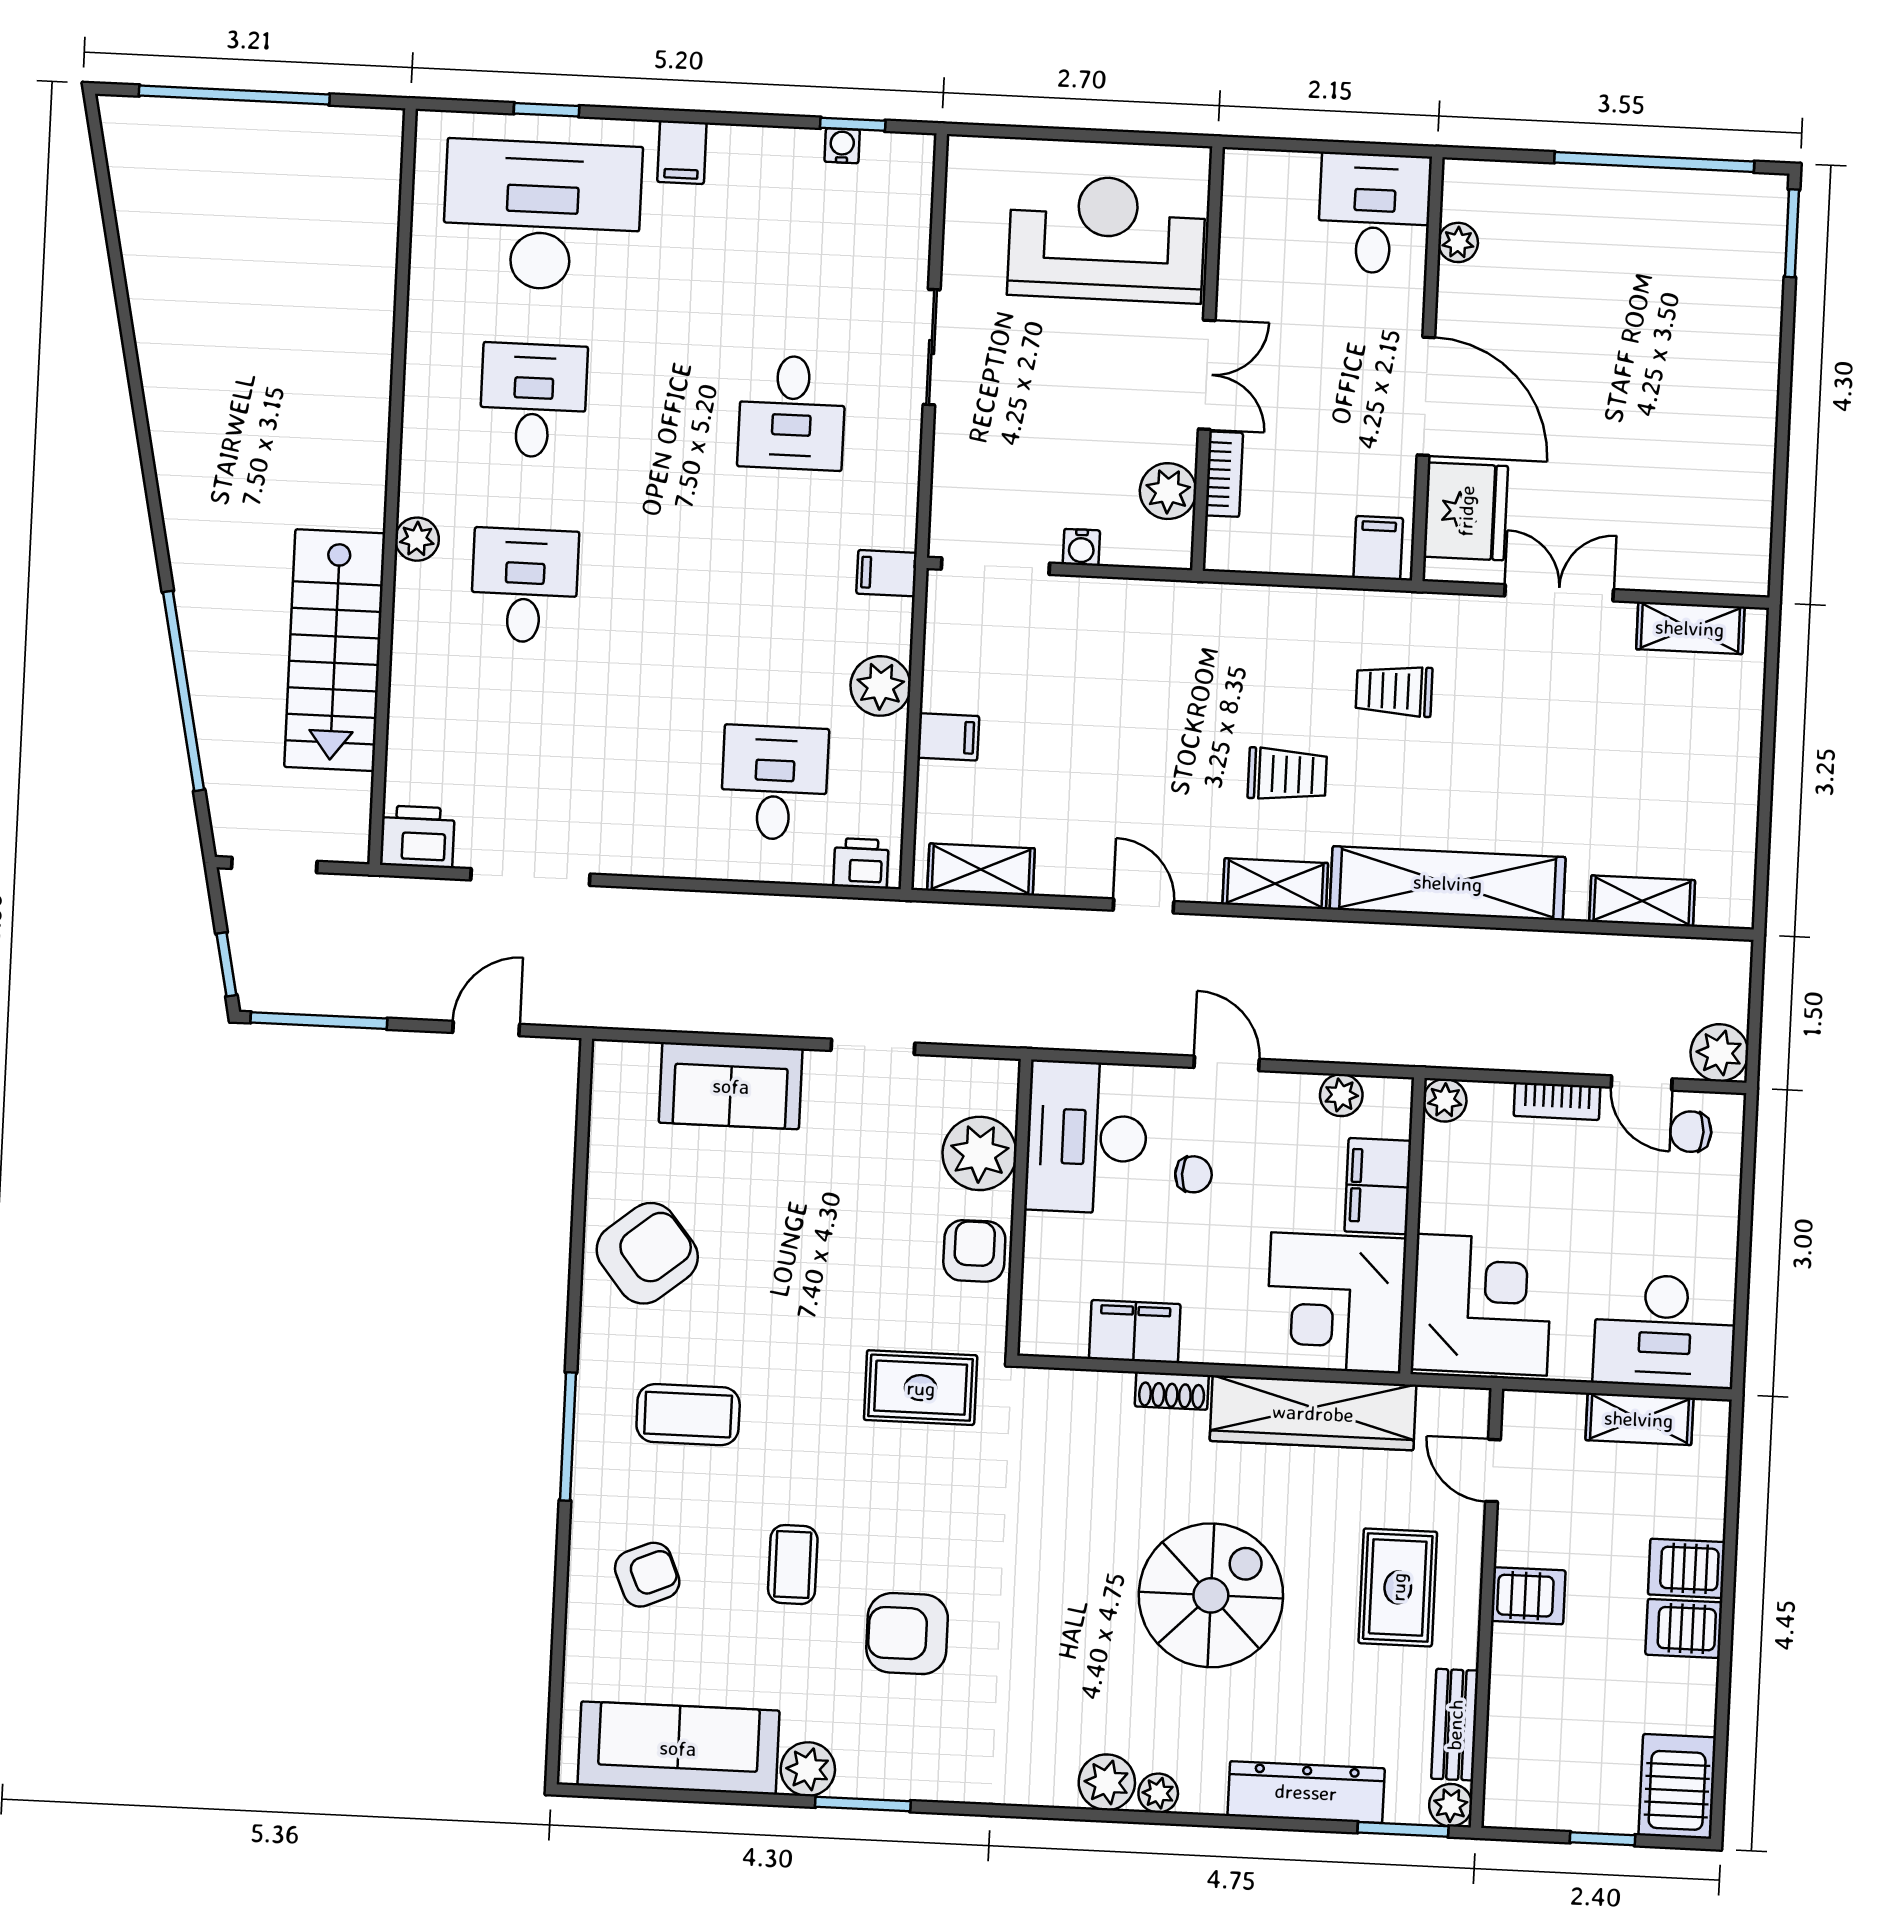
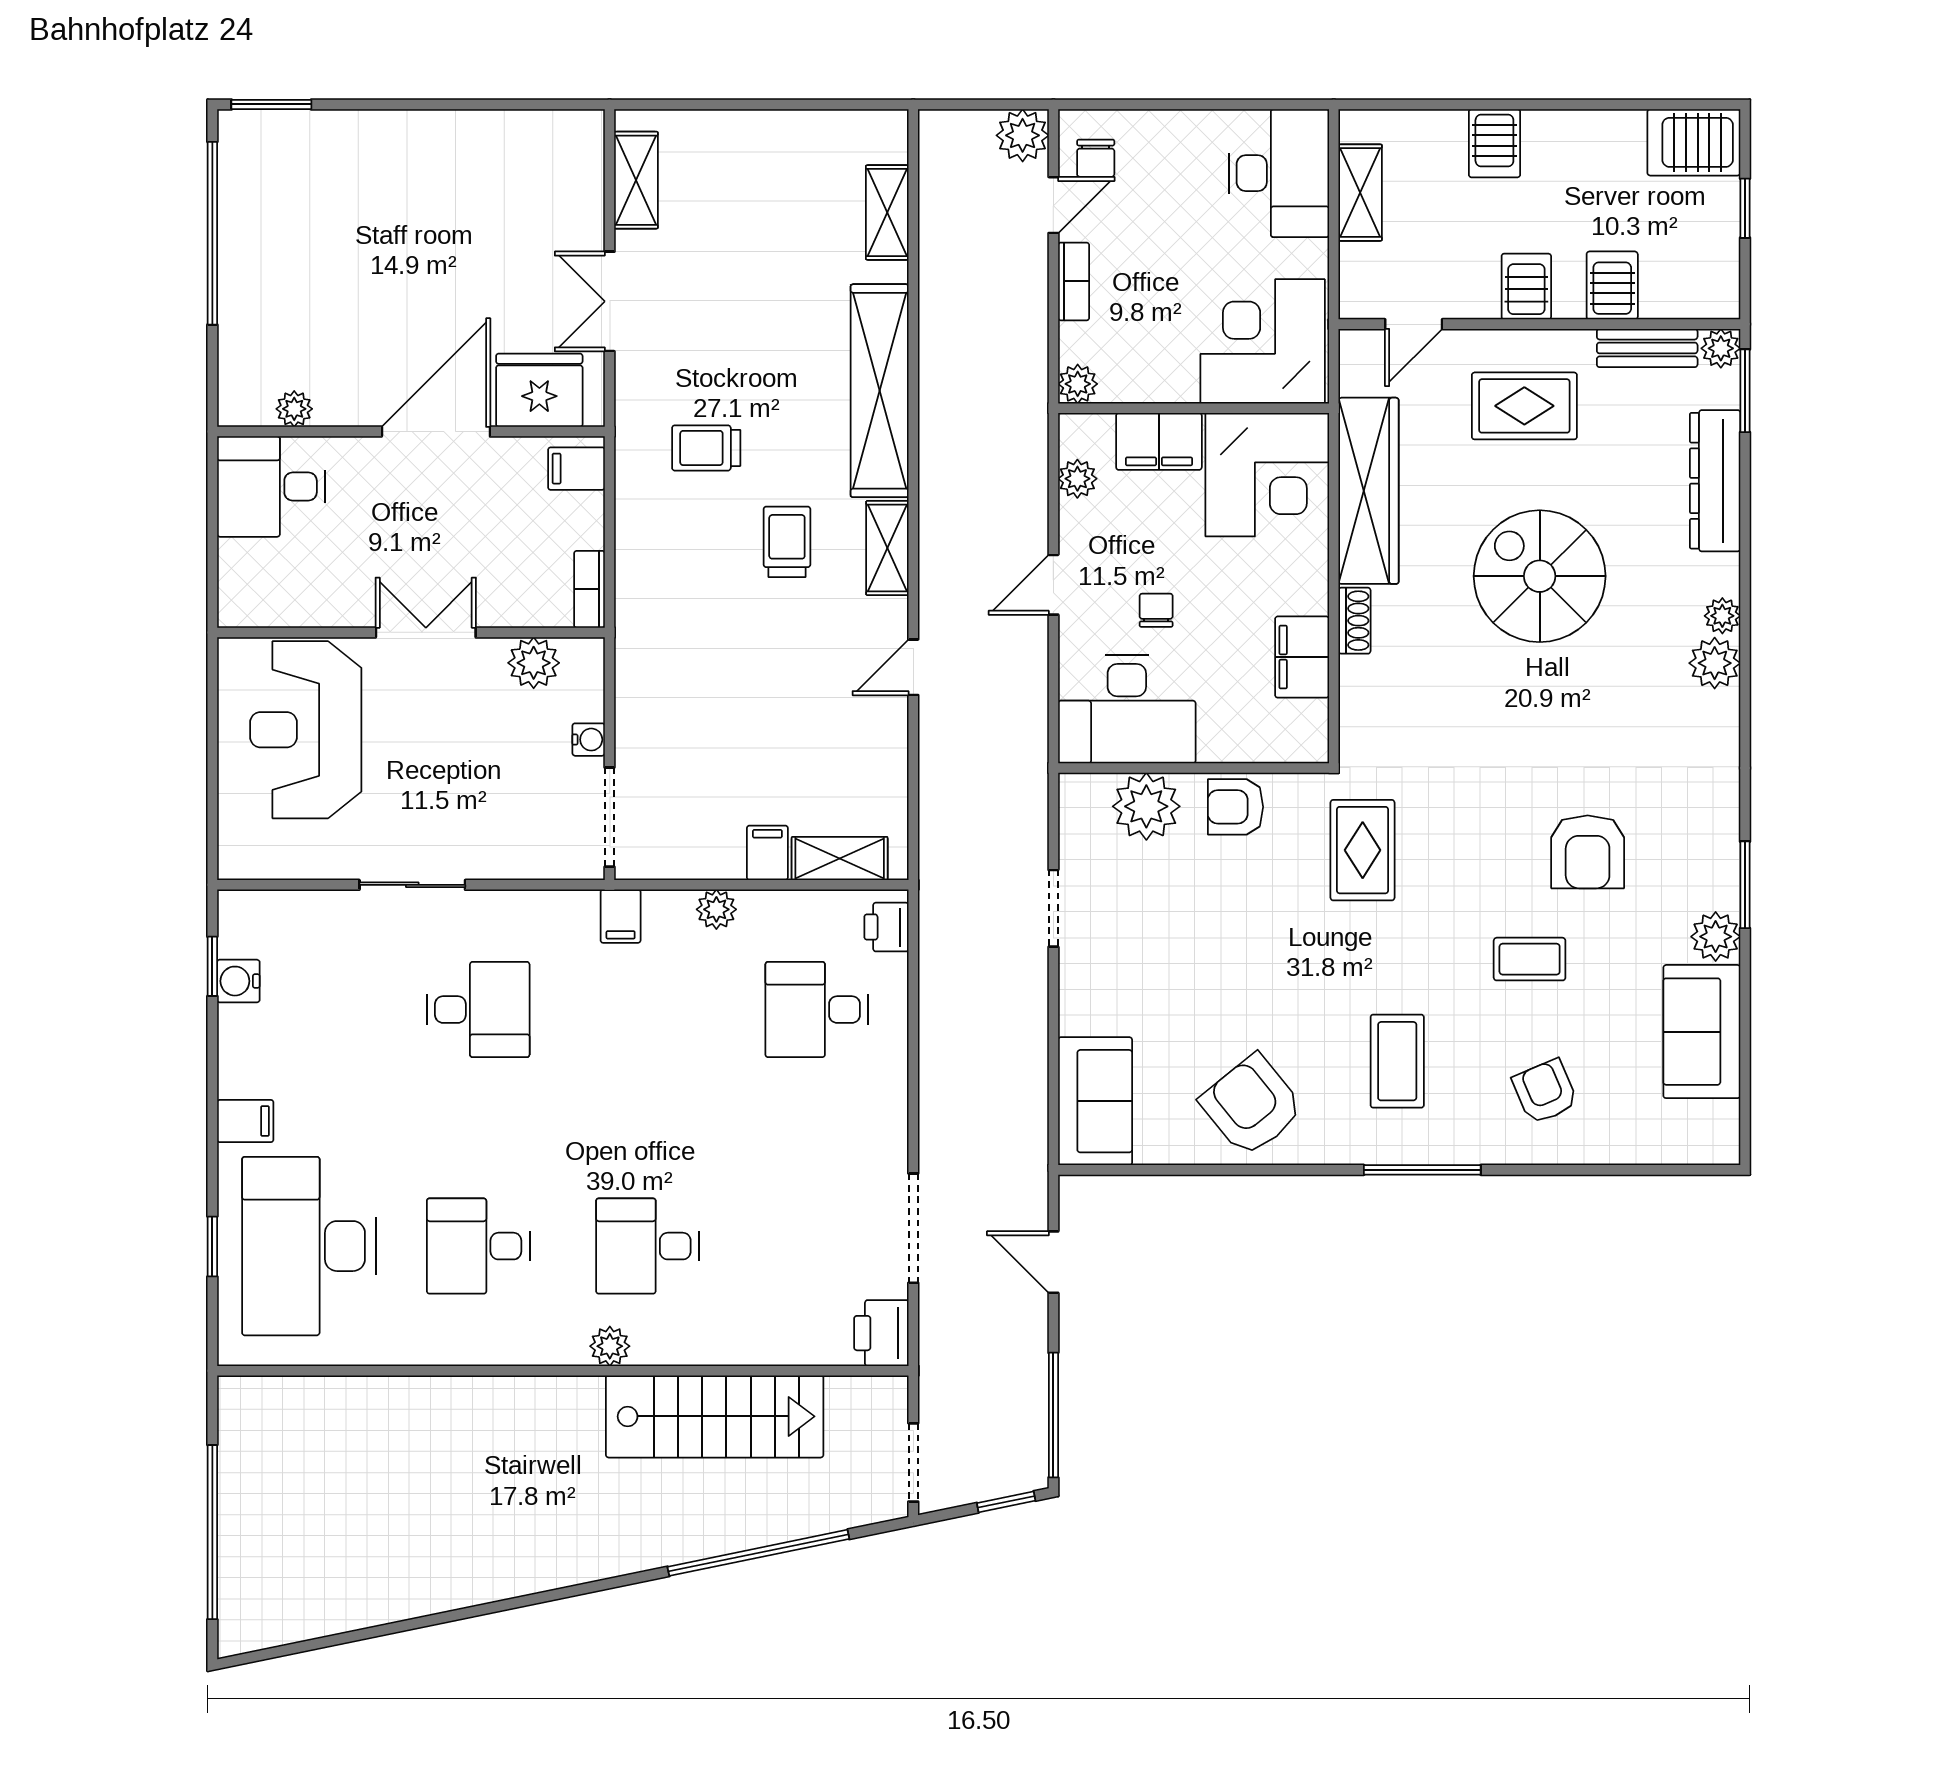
water cooler: (842, 146) -> (238, 981), width x1.38, depth x1.38
bookcase: (1224, 474) -> (589, 589), moved, turned -90
plant: (881, 686) -> (716, 909), width x0.73, depth x0.73
trolley: (1394, 691) -> (706, 448), turned 90
shelving: (981, 869) -> (840, 858), moved, turned 90
sofa: (731, 1086) -> (1095, 1101), moved
server rack: (1684, 1628) -> (1612, 285), moved, turned 180
sofa: (678, 1748) -> (1702, 1032), width x0.73

